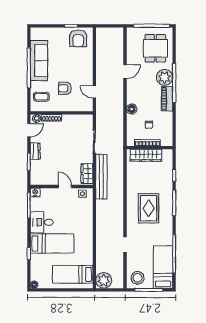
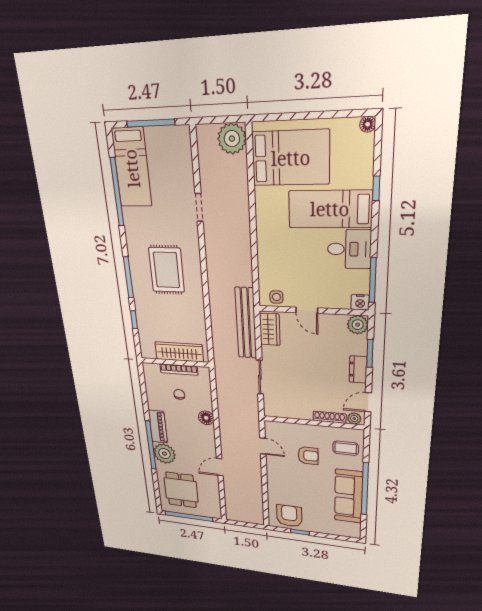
plant: (36, 179) -> (358, 325), added
bed: (73, 274) -> (291, 158), width x1.50
stool: (138, 278) -> (172, 146), removed

